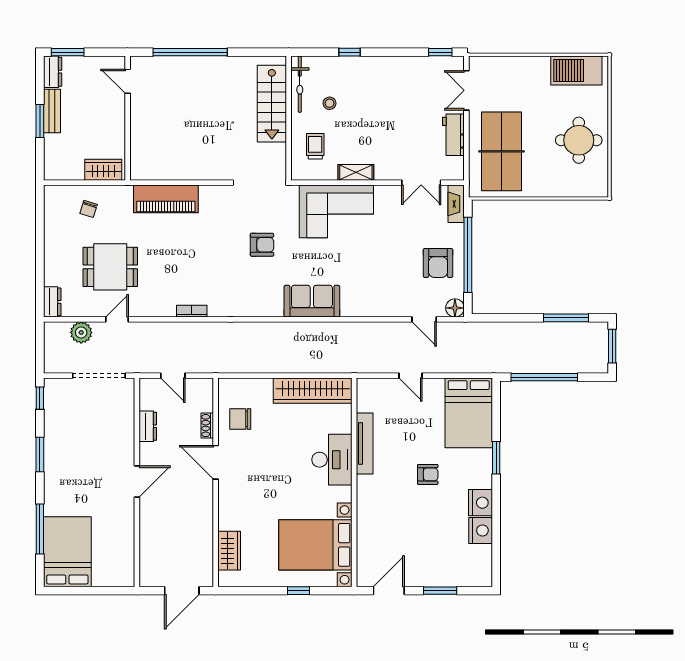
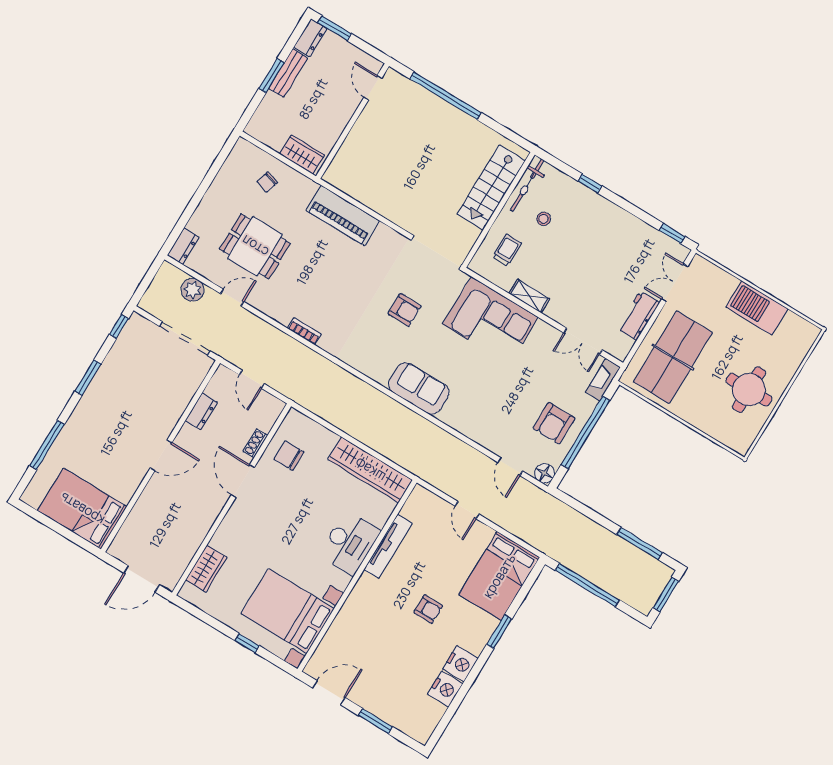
barbecue: (576, 70) -> (757, 308), moved
bed: (67, 552) -> (82, 509), moved, turned -90

